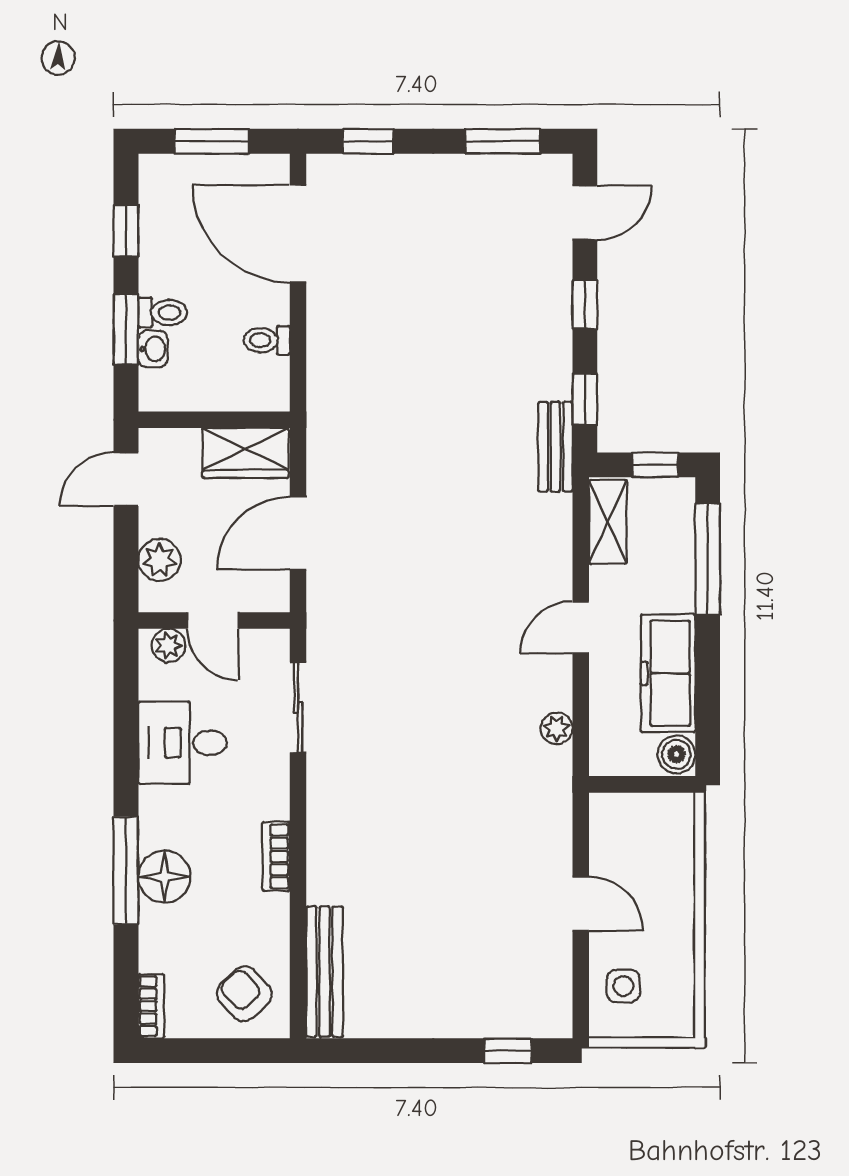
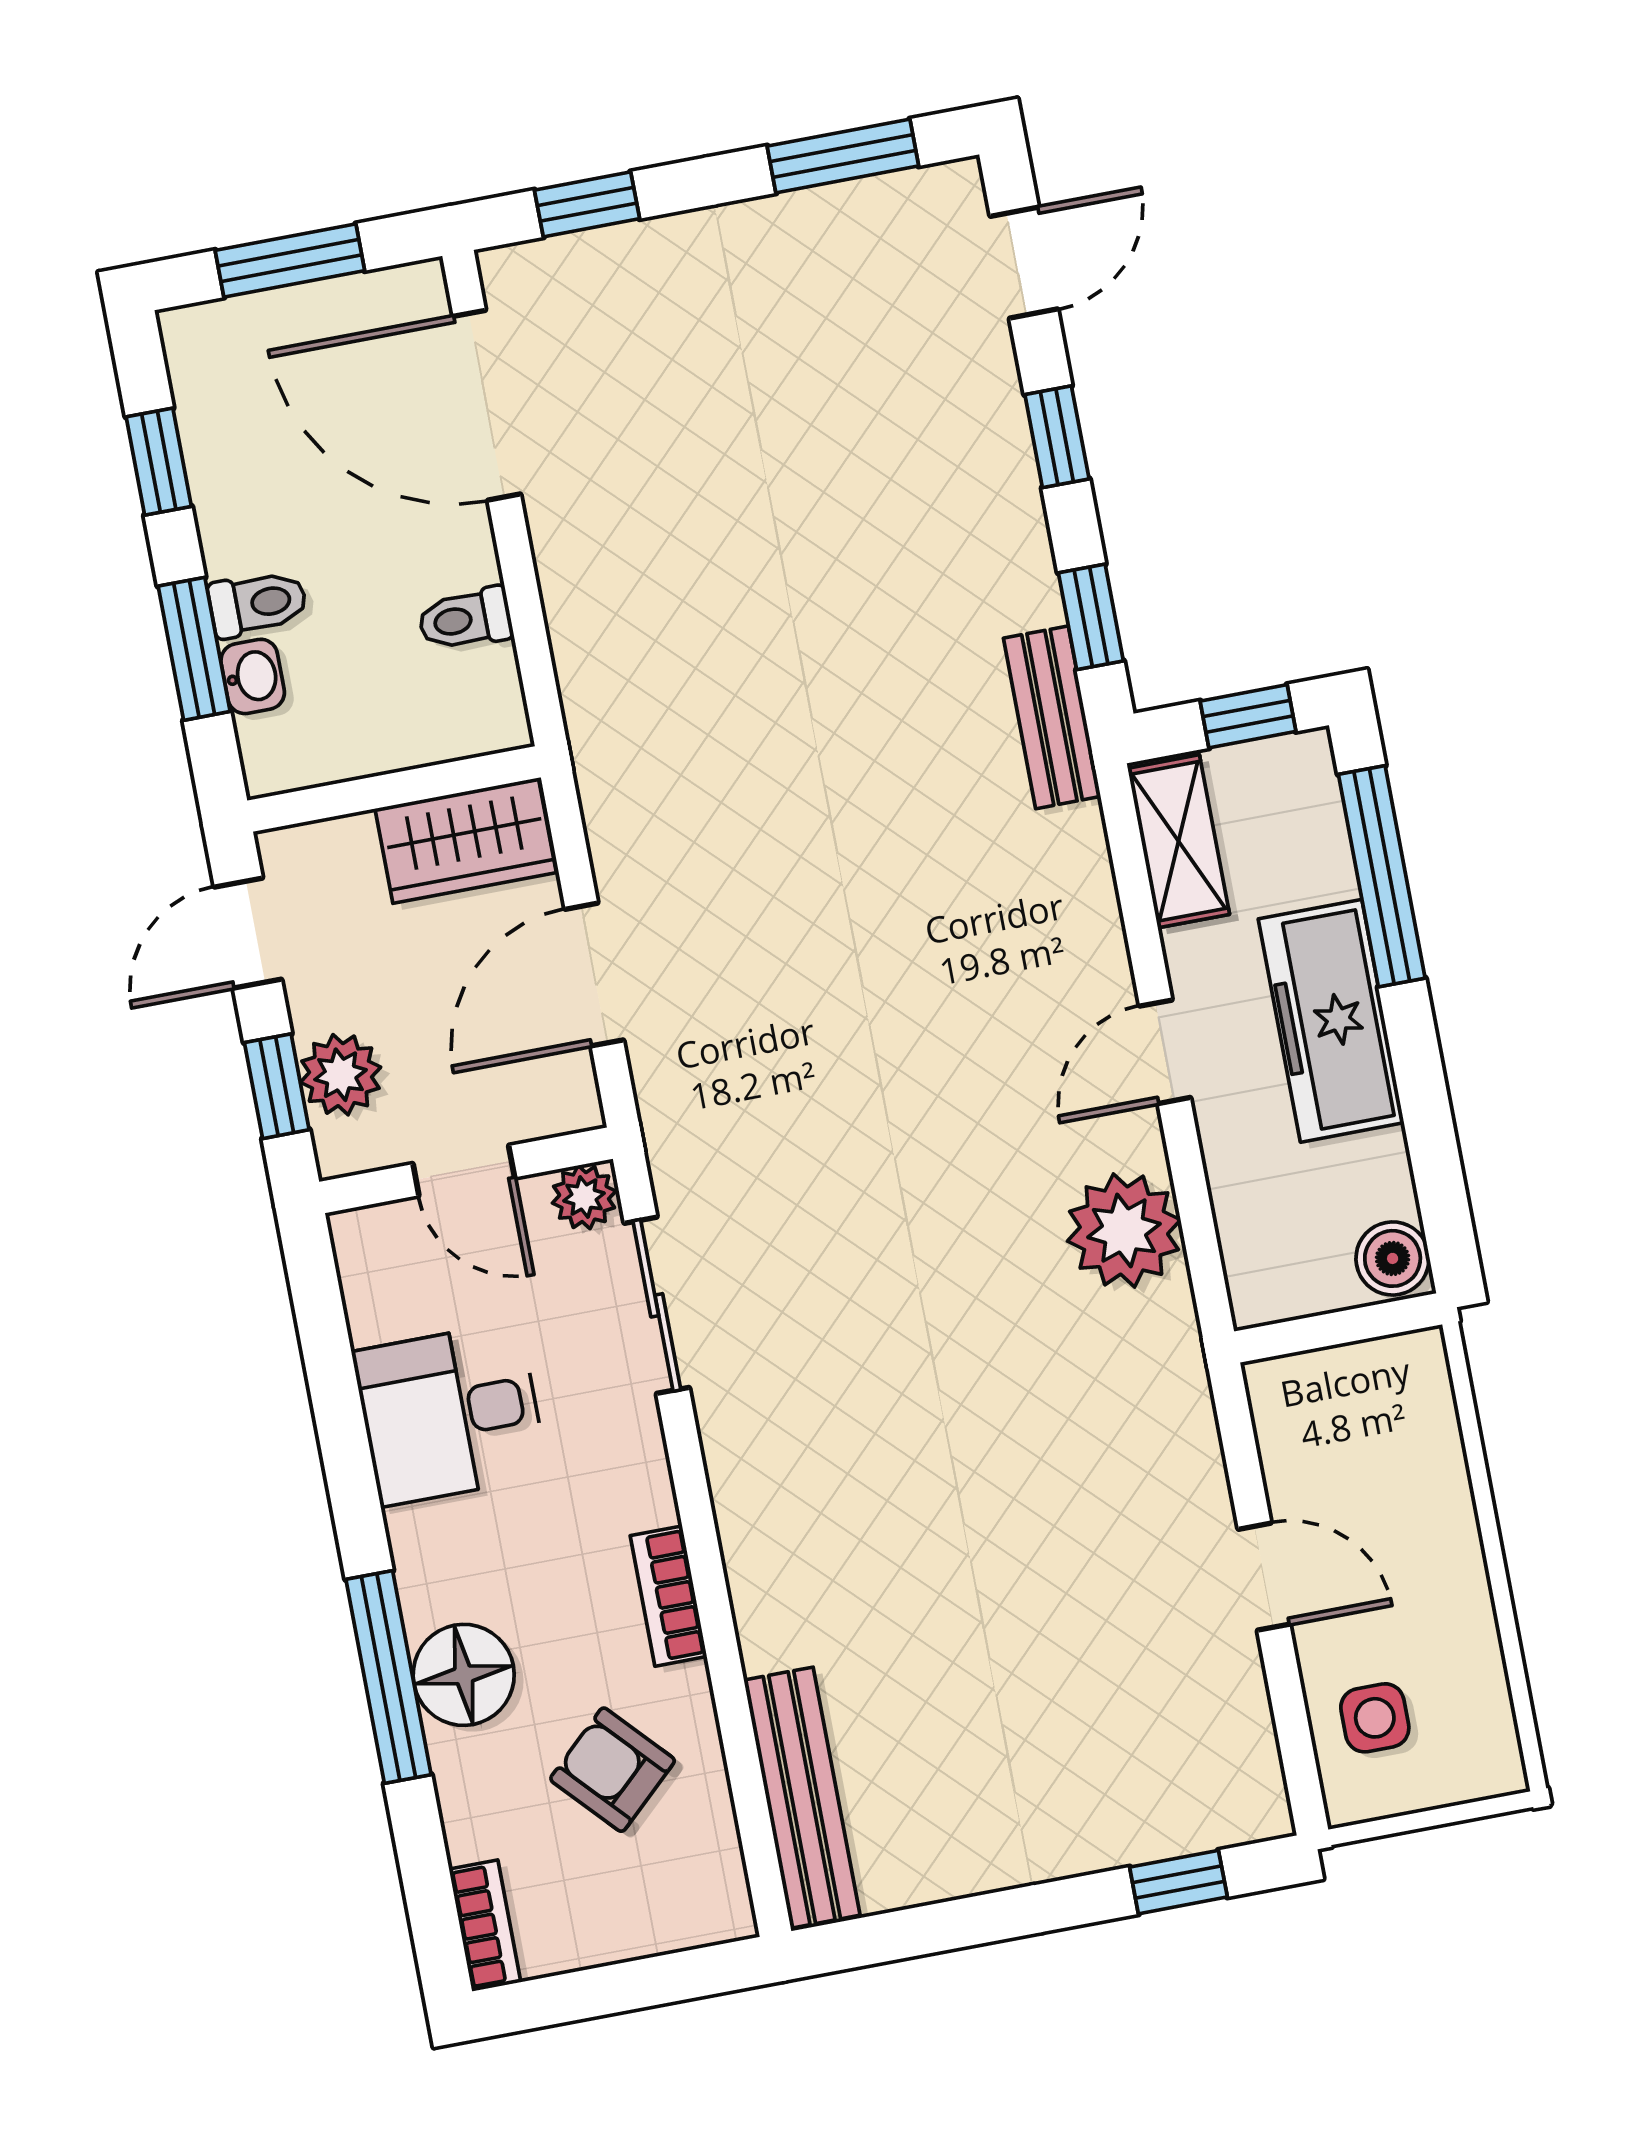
window: (126, 560) -> (277, 1086), added
plant: (168, 645) -> (584, 1197), moved
freezer: (668, 673) -> (1331, 1021), moved
plant: (557, 728) -> (1124, 1231), width x1.87, depth x1.87
armchair: (244, 994) -> (613, 1770), moved

